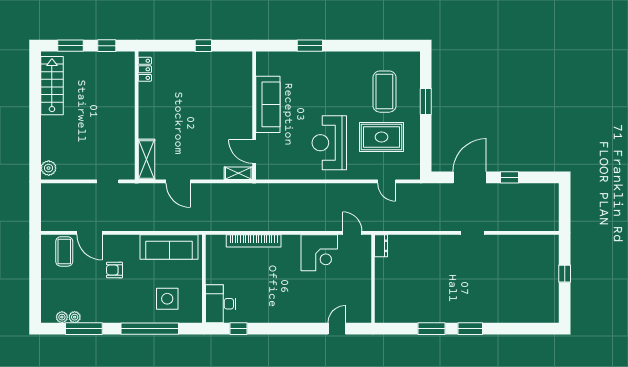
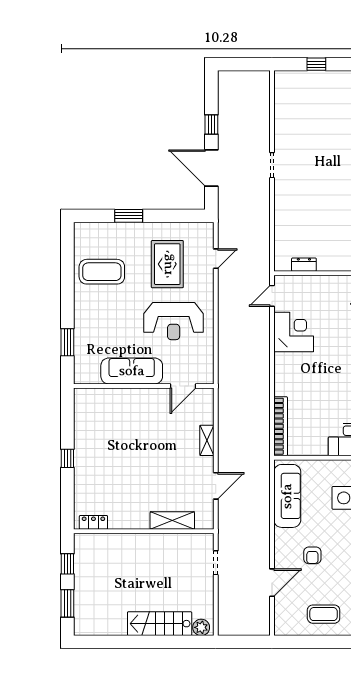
stairs: (52, 86) -> (160, 624), moved
coffee table: (384, 92) -> (102, 272), moved
sofa: (268, 104) -> (132, 371), moved
wall: (254, 115) -> (144, 386), moved
door: (254, 151) -> (183, 386), moved
shelving: (146, 159) -> (172, 521), moved
shelving: (238, 173) -> (207, 440), moved
bookcase: (254, 241) -> (281, 426), moved
dresser: (381, 246) -> (304, 265), moved
coffee table: (64, 251) -> (324, 614), moved

